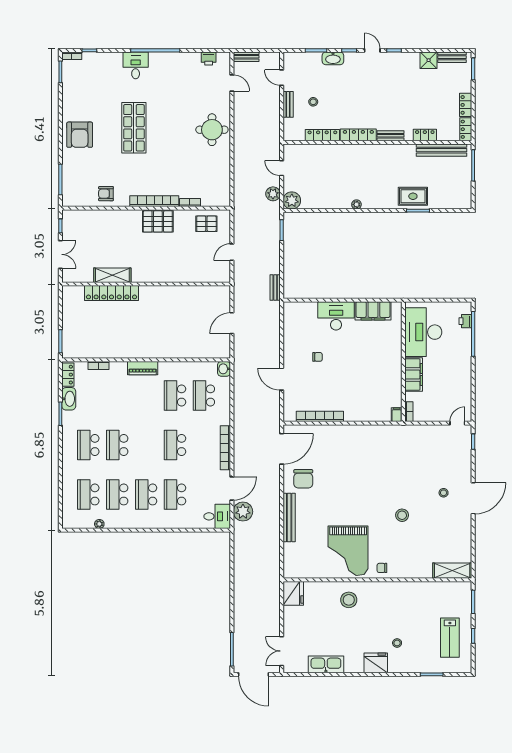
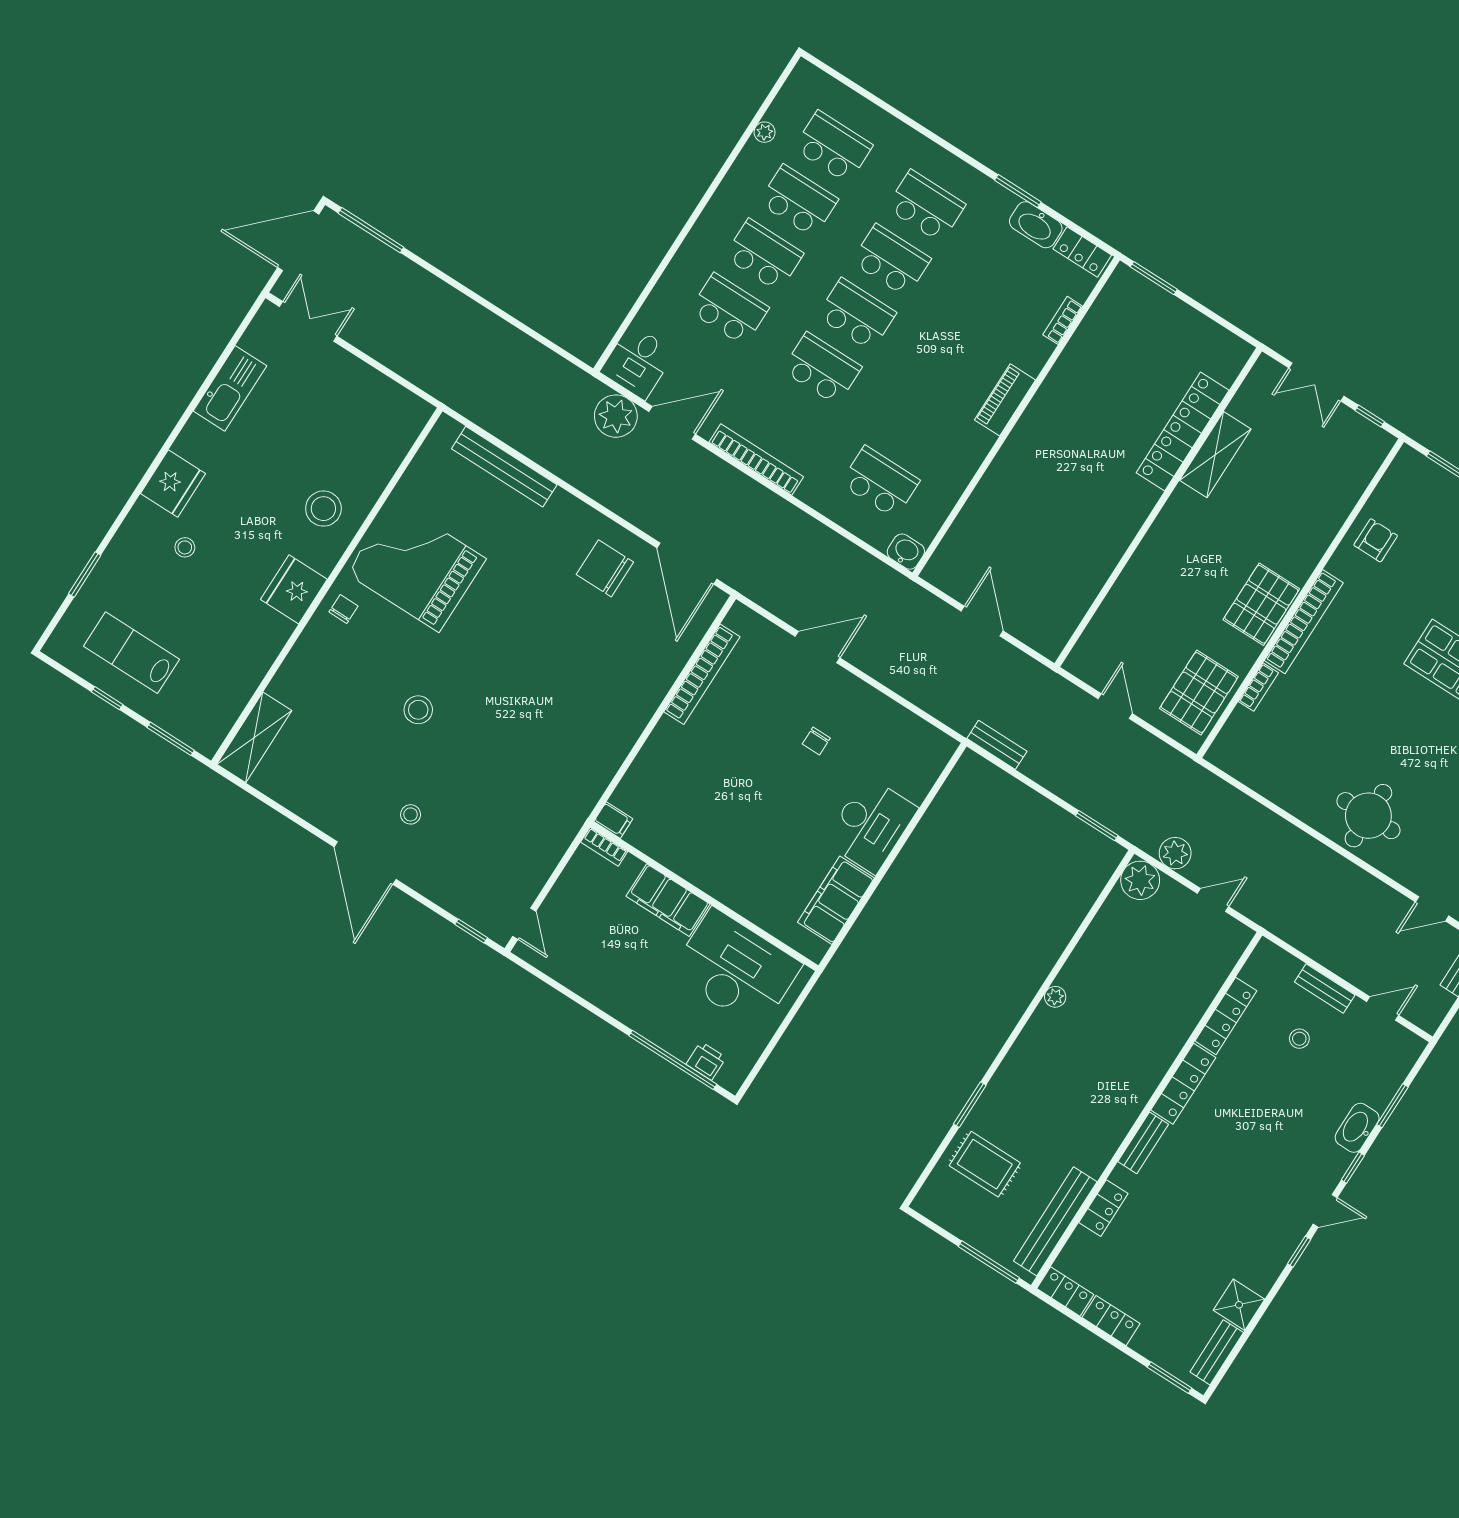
rug: (413, 196) -> (985, 1164), moved, turned 90
pallet: (206, 224) -> (1199, 693), width x1.50, depth x1.42
school desk: (175, 395) -> (857, 314), moved
door: (232, 489) -> (672, 423), swing flipped
bench: (289, 518) -> (504, 467), moved
fridge: (293, 593) -> (294, 589), moved, turned 90

